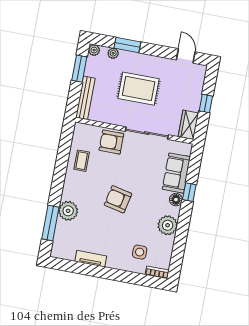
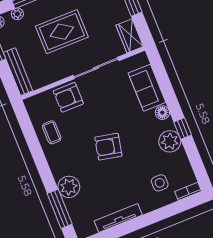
window: (189, 192) -> (183, 128), moved
tv unit: (91, 259) -> (118, 218), width x1.41

